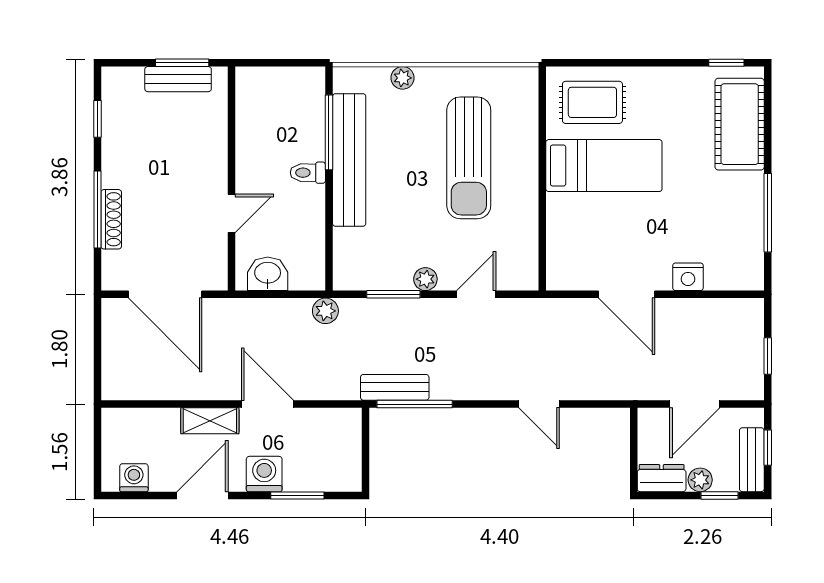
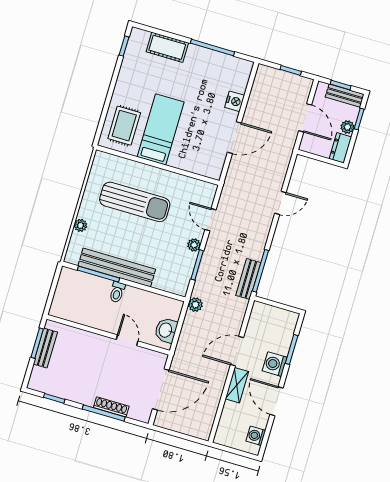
cot: (740, 124) -> (167, 47), width x0.73, depth x0.75

